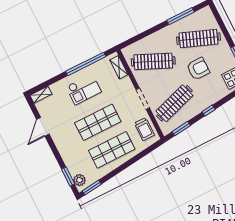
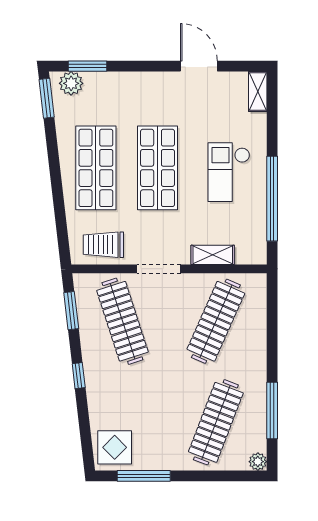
plant: (207, 11) -> (258, 462), added
shelving: (119, 67) -> (213, 255), moved
armchair: (198, 69) -> (163, 395), removed

